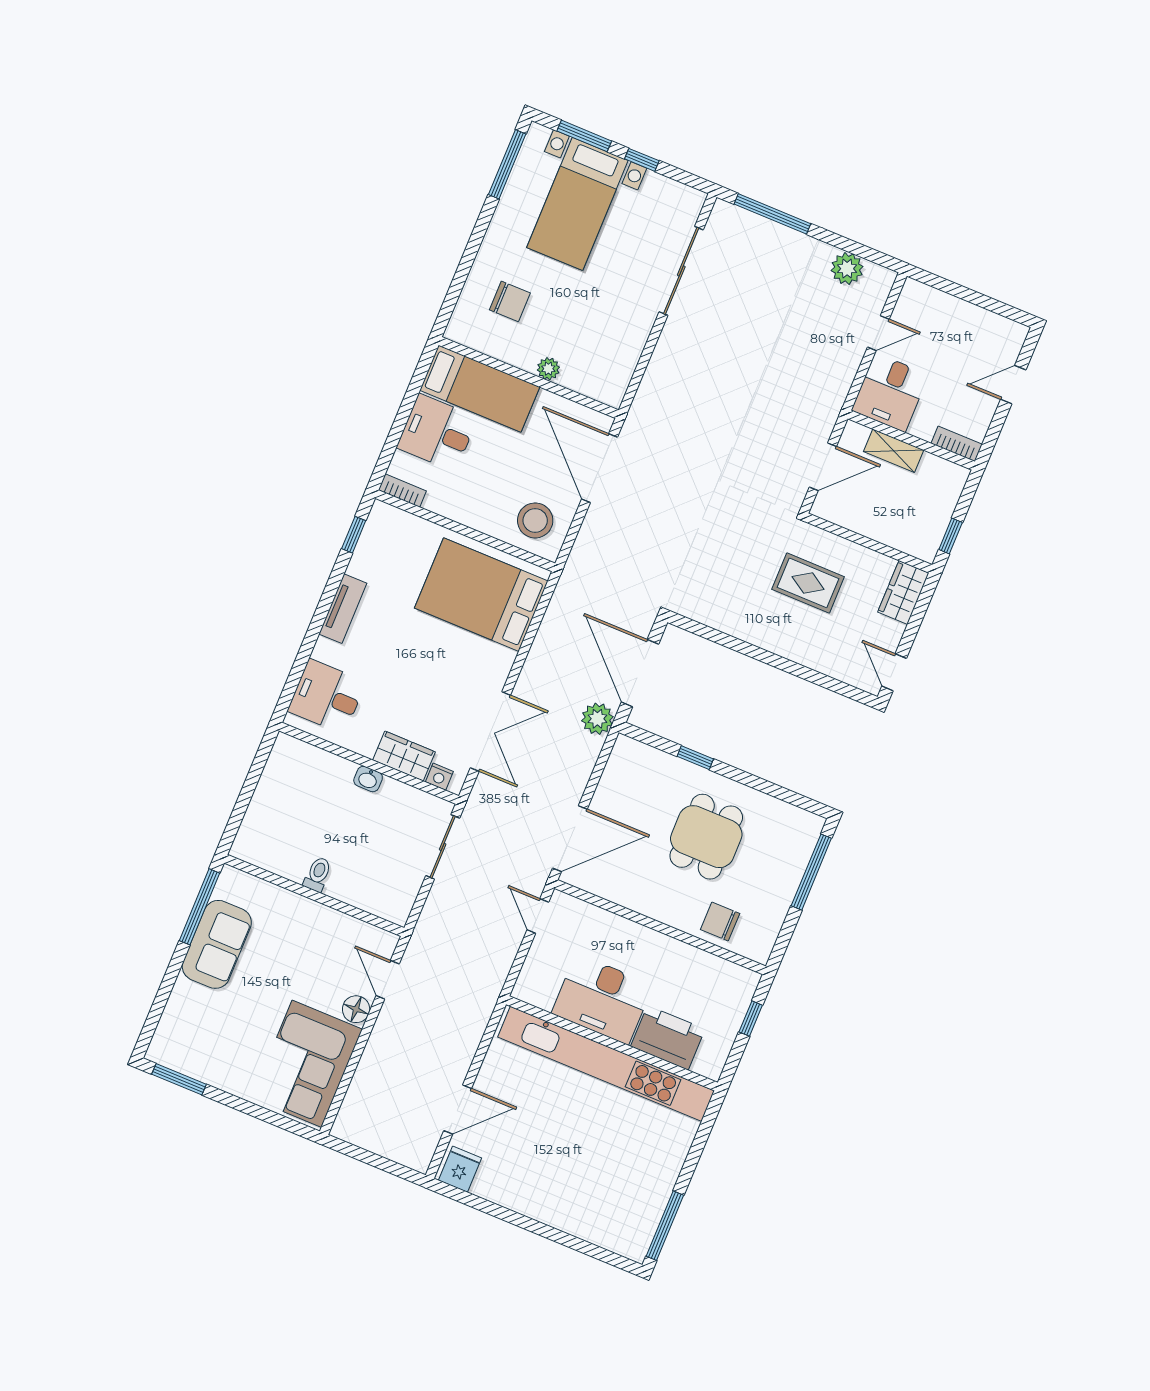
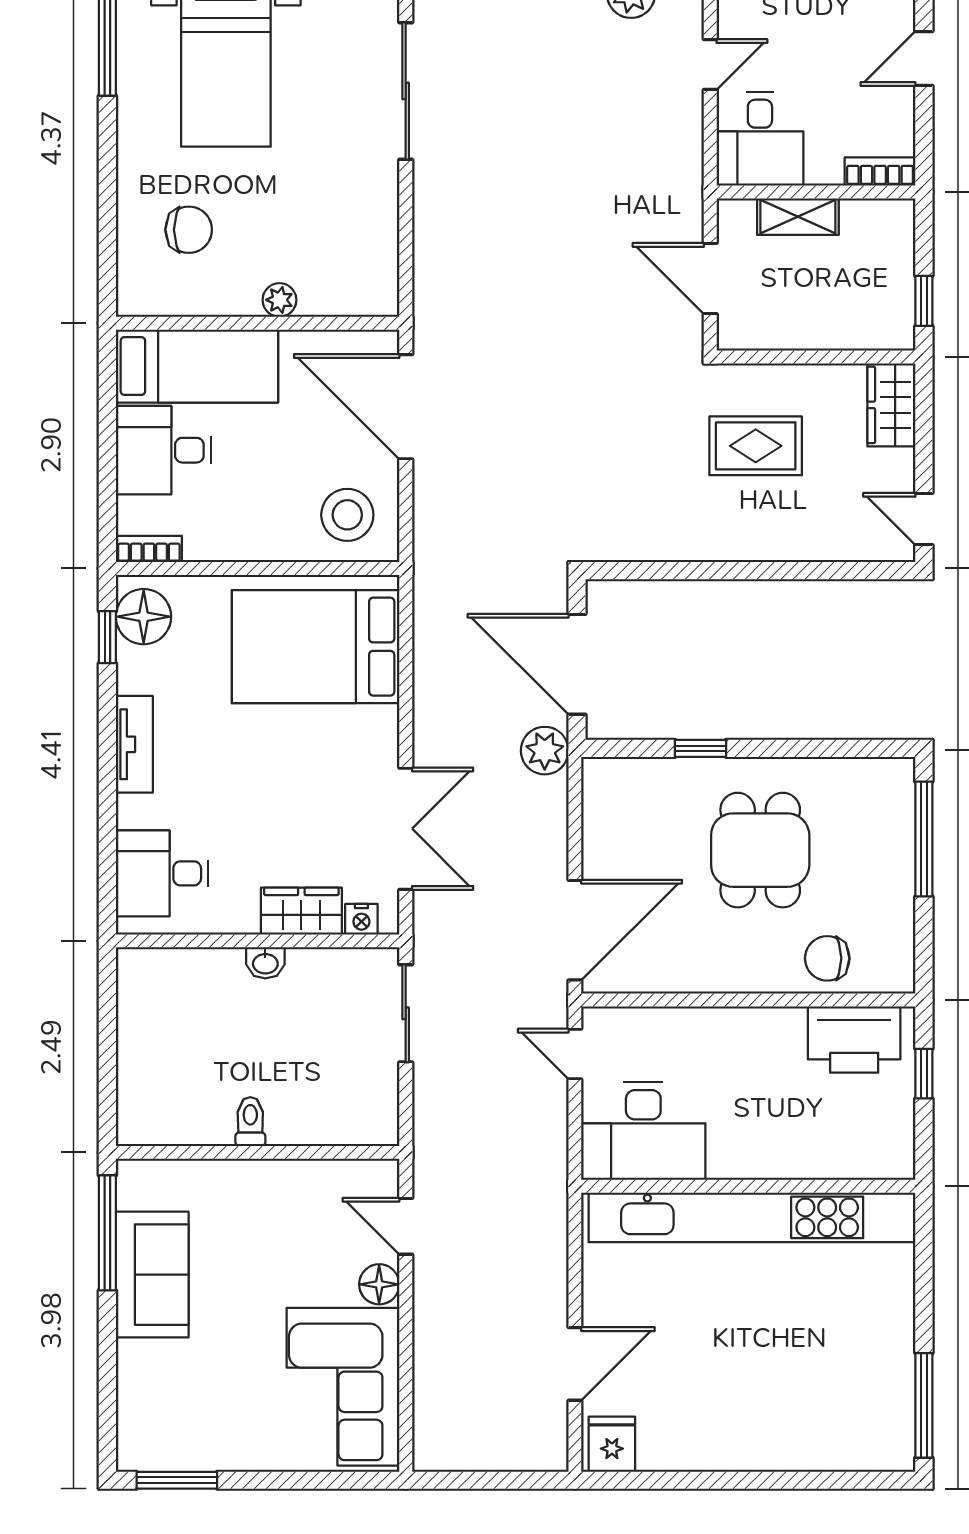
door: (823, 467) -> (710, 279), swing flipped
floor lamp: (382, 531) -> (144, 617), added
desk: (602, 999) -> (643, 1131), moved
printer: (668, 1038) -> (854, 1040), moved, turned 180

